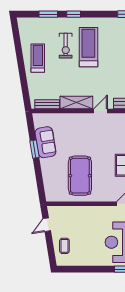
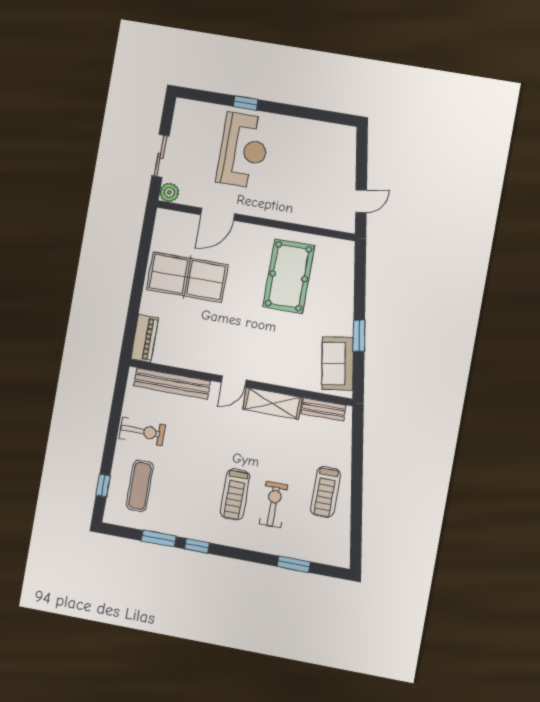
window: (74, 14) -> (197, 546), moved
treadmill: (88, 47) -> (235, 494), width x0.73, depth x0.73
sofa: (45, 142) -> (338, 364), moved
coffee table: (64, 246) -> (337, 159), removed

